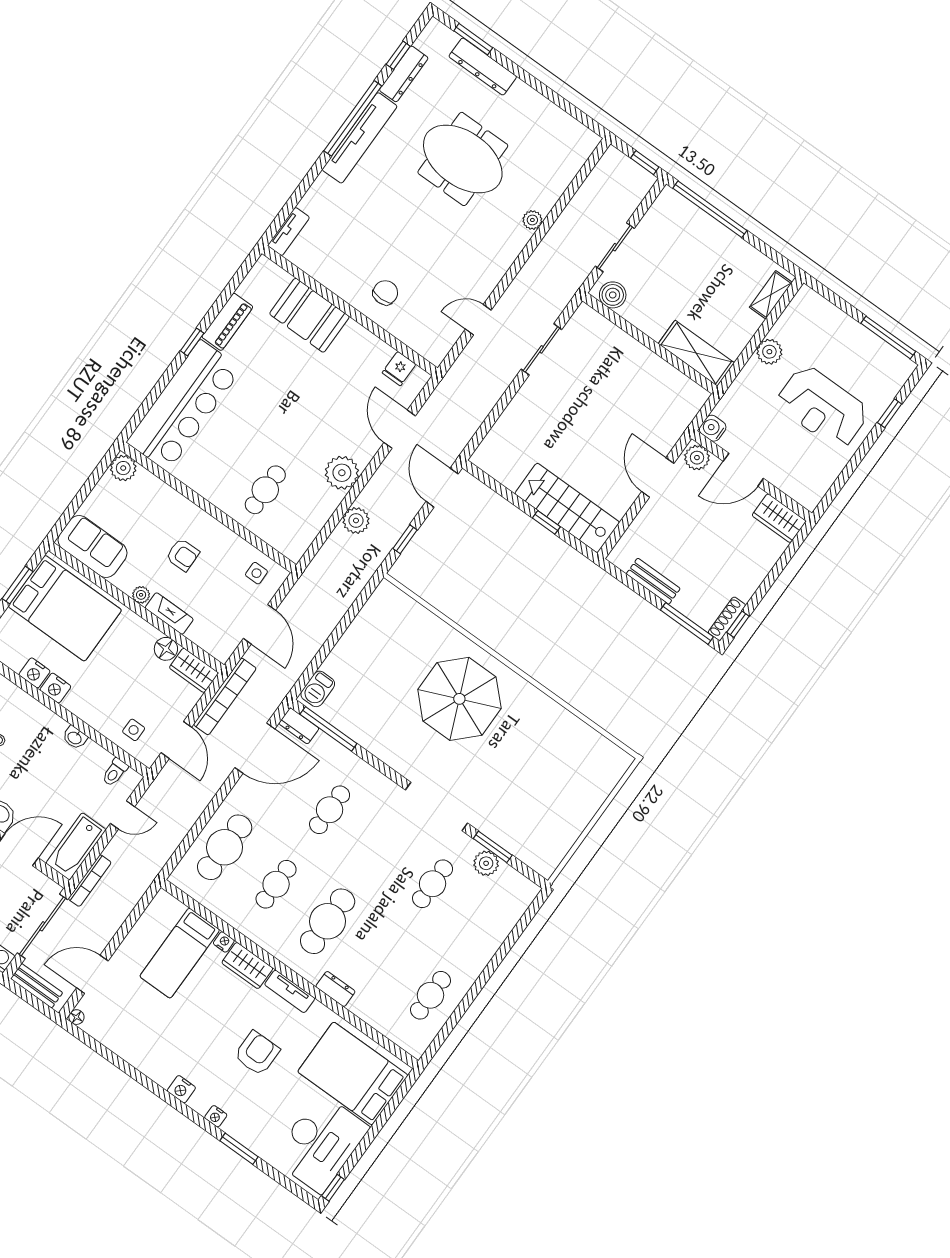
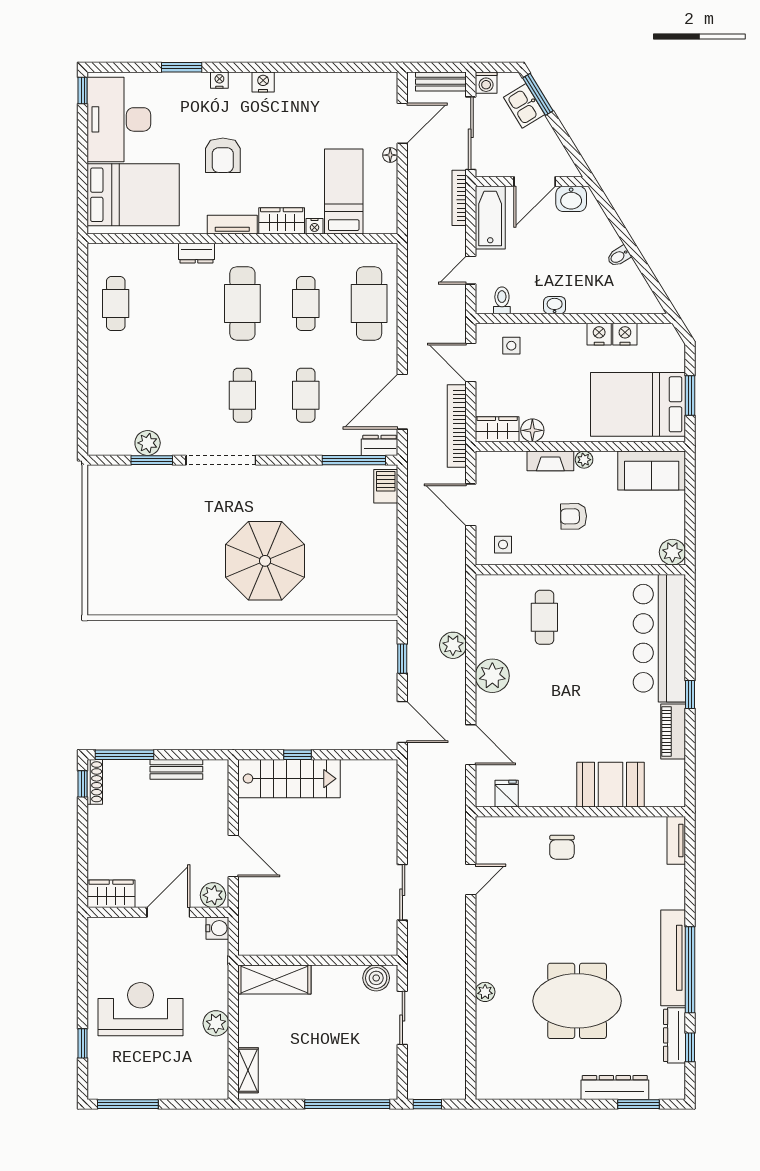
cafe table: (433, 884) -> (242, 395), moved
floor lamp: (76, 1017) -> (390, 155), moved

